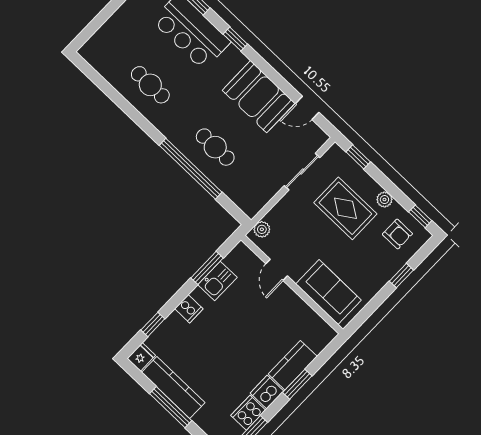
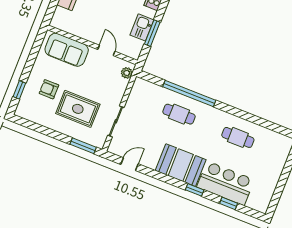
booth: (259, 97) -> (181, 165), moved
window: (358, 157) -> (83, 146), width x1.50
plant: (384, 200) -> (55, 125), removed
window: (420, 216) -> (27, 124), removed
armchair: (397, 234) -> (49, 89), moved
window: (401, 276) -> (19, 90), moved

